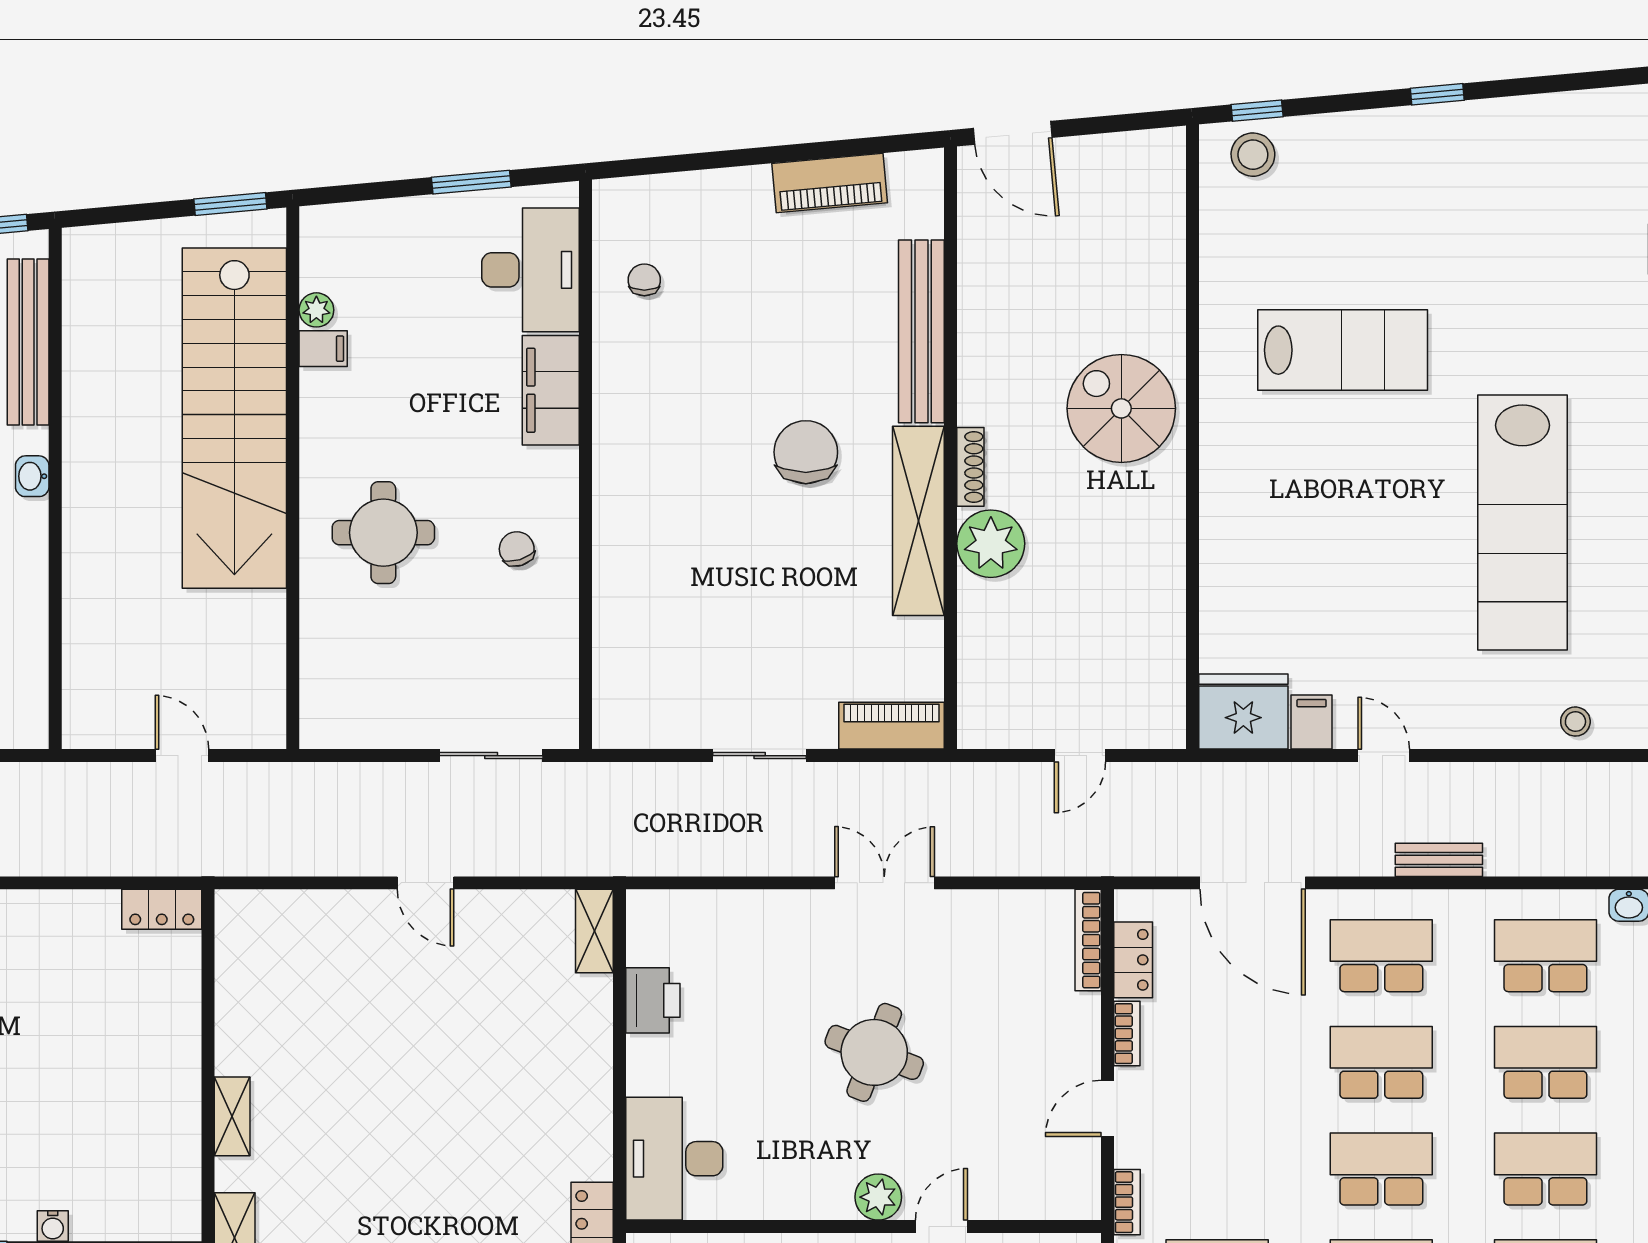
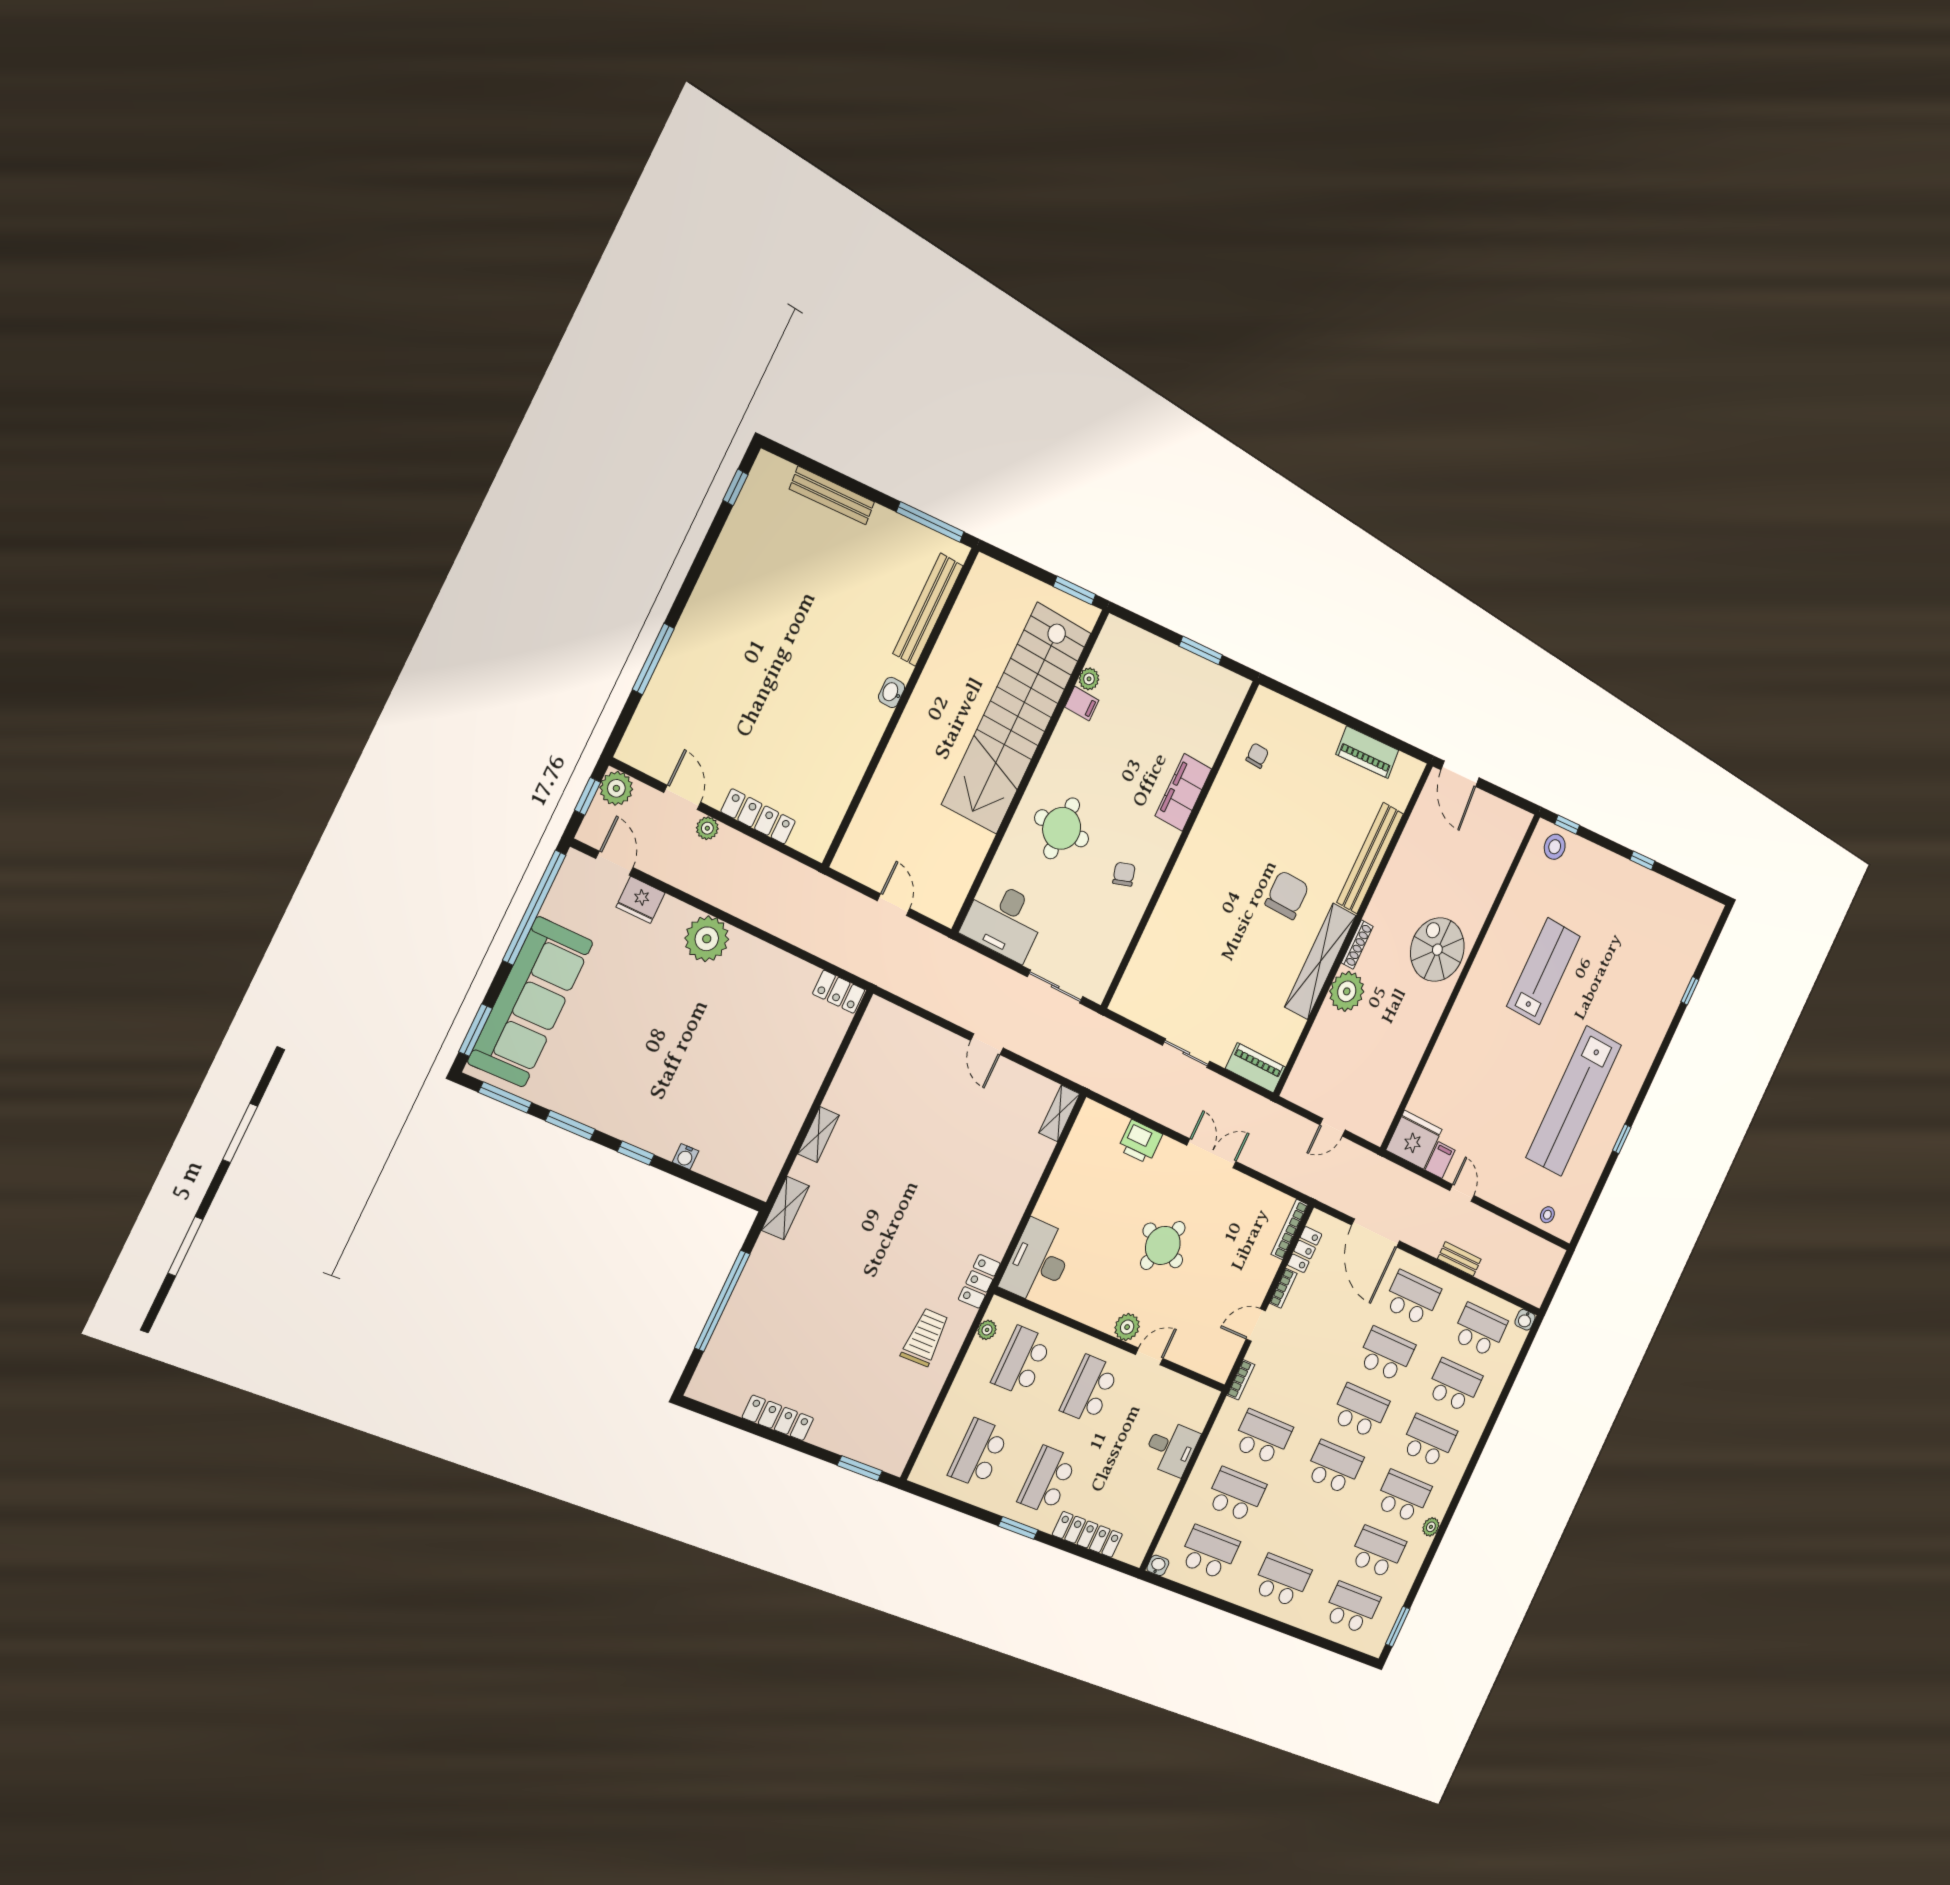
desk: (531, 270) -> (1004, 921), moved, turned 90
lab bench: (1343, 350) -> (1544, 971), turned -90
printer: (653, 1000) -> (1140, 1142), moved, turned 90

